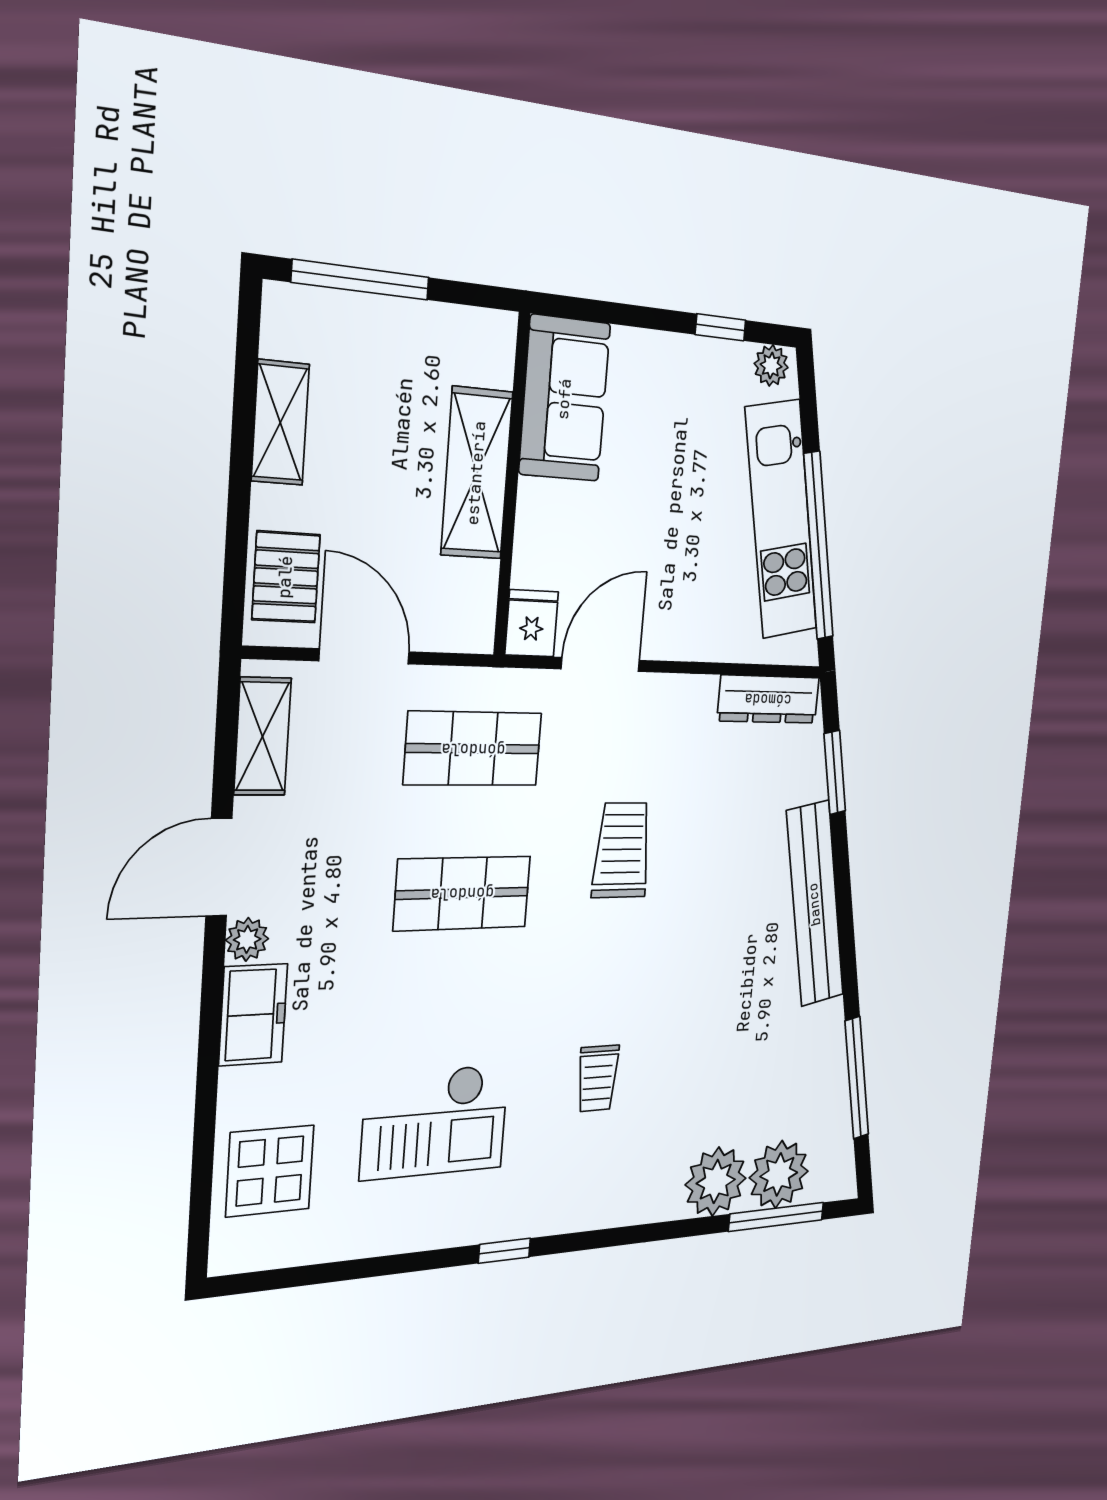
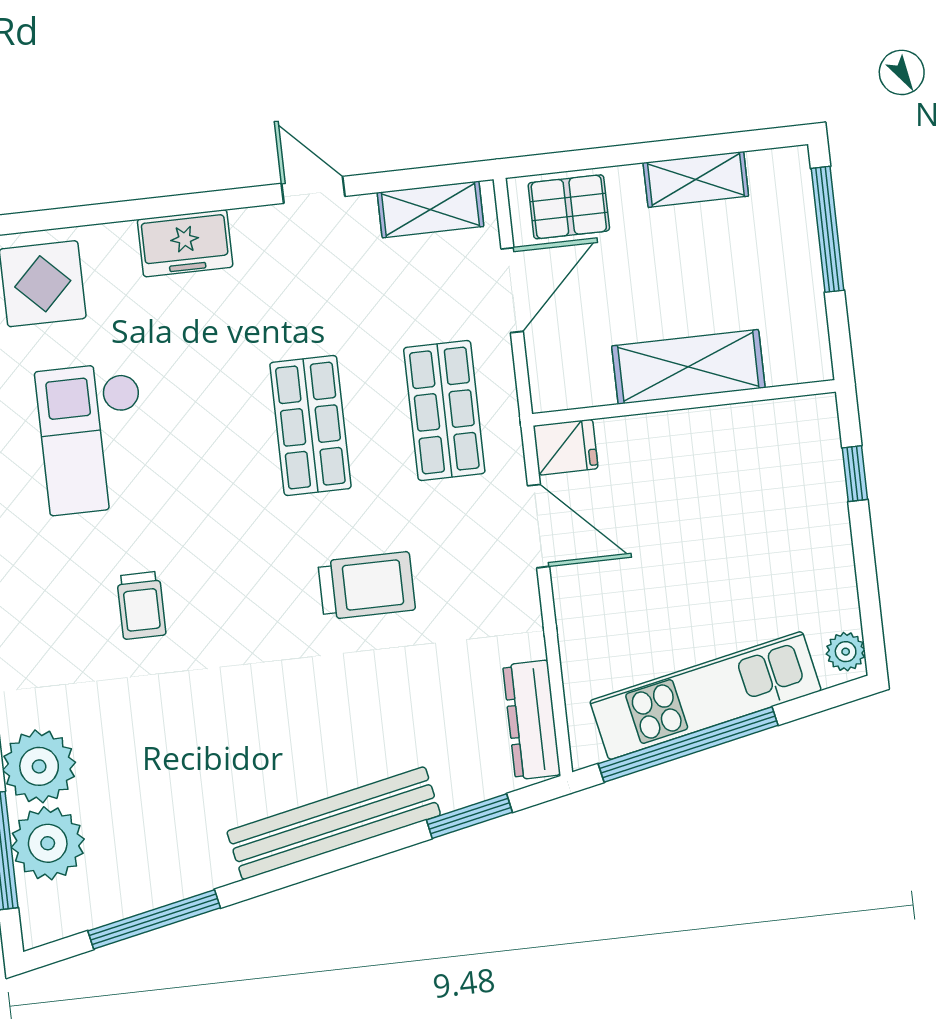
window: (720, 327) -> (855, 474), moved
sofa: (565, 399) -> (770, 440), removed
door: (219, 867) -> (313, 190), width x0.73
plant: (247, 939) -> (252, 226), removed
trolley: (598, 1078) -> (141, 605), turned -90

